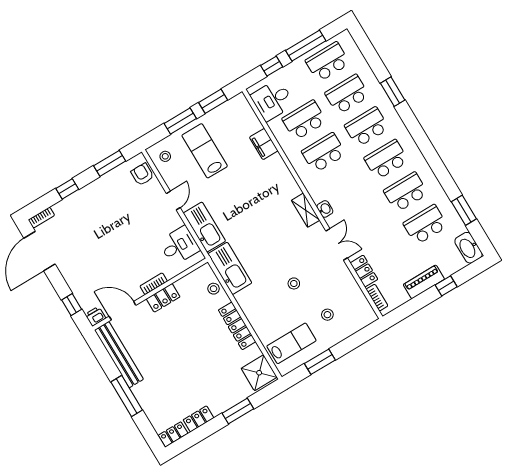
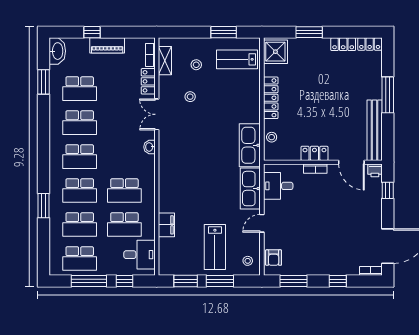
shelving: (306, 210) -> (165, 61), moved
stool: (294, 283) -> (190, 97), moved

